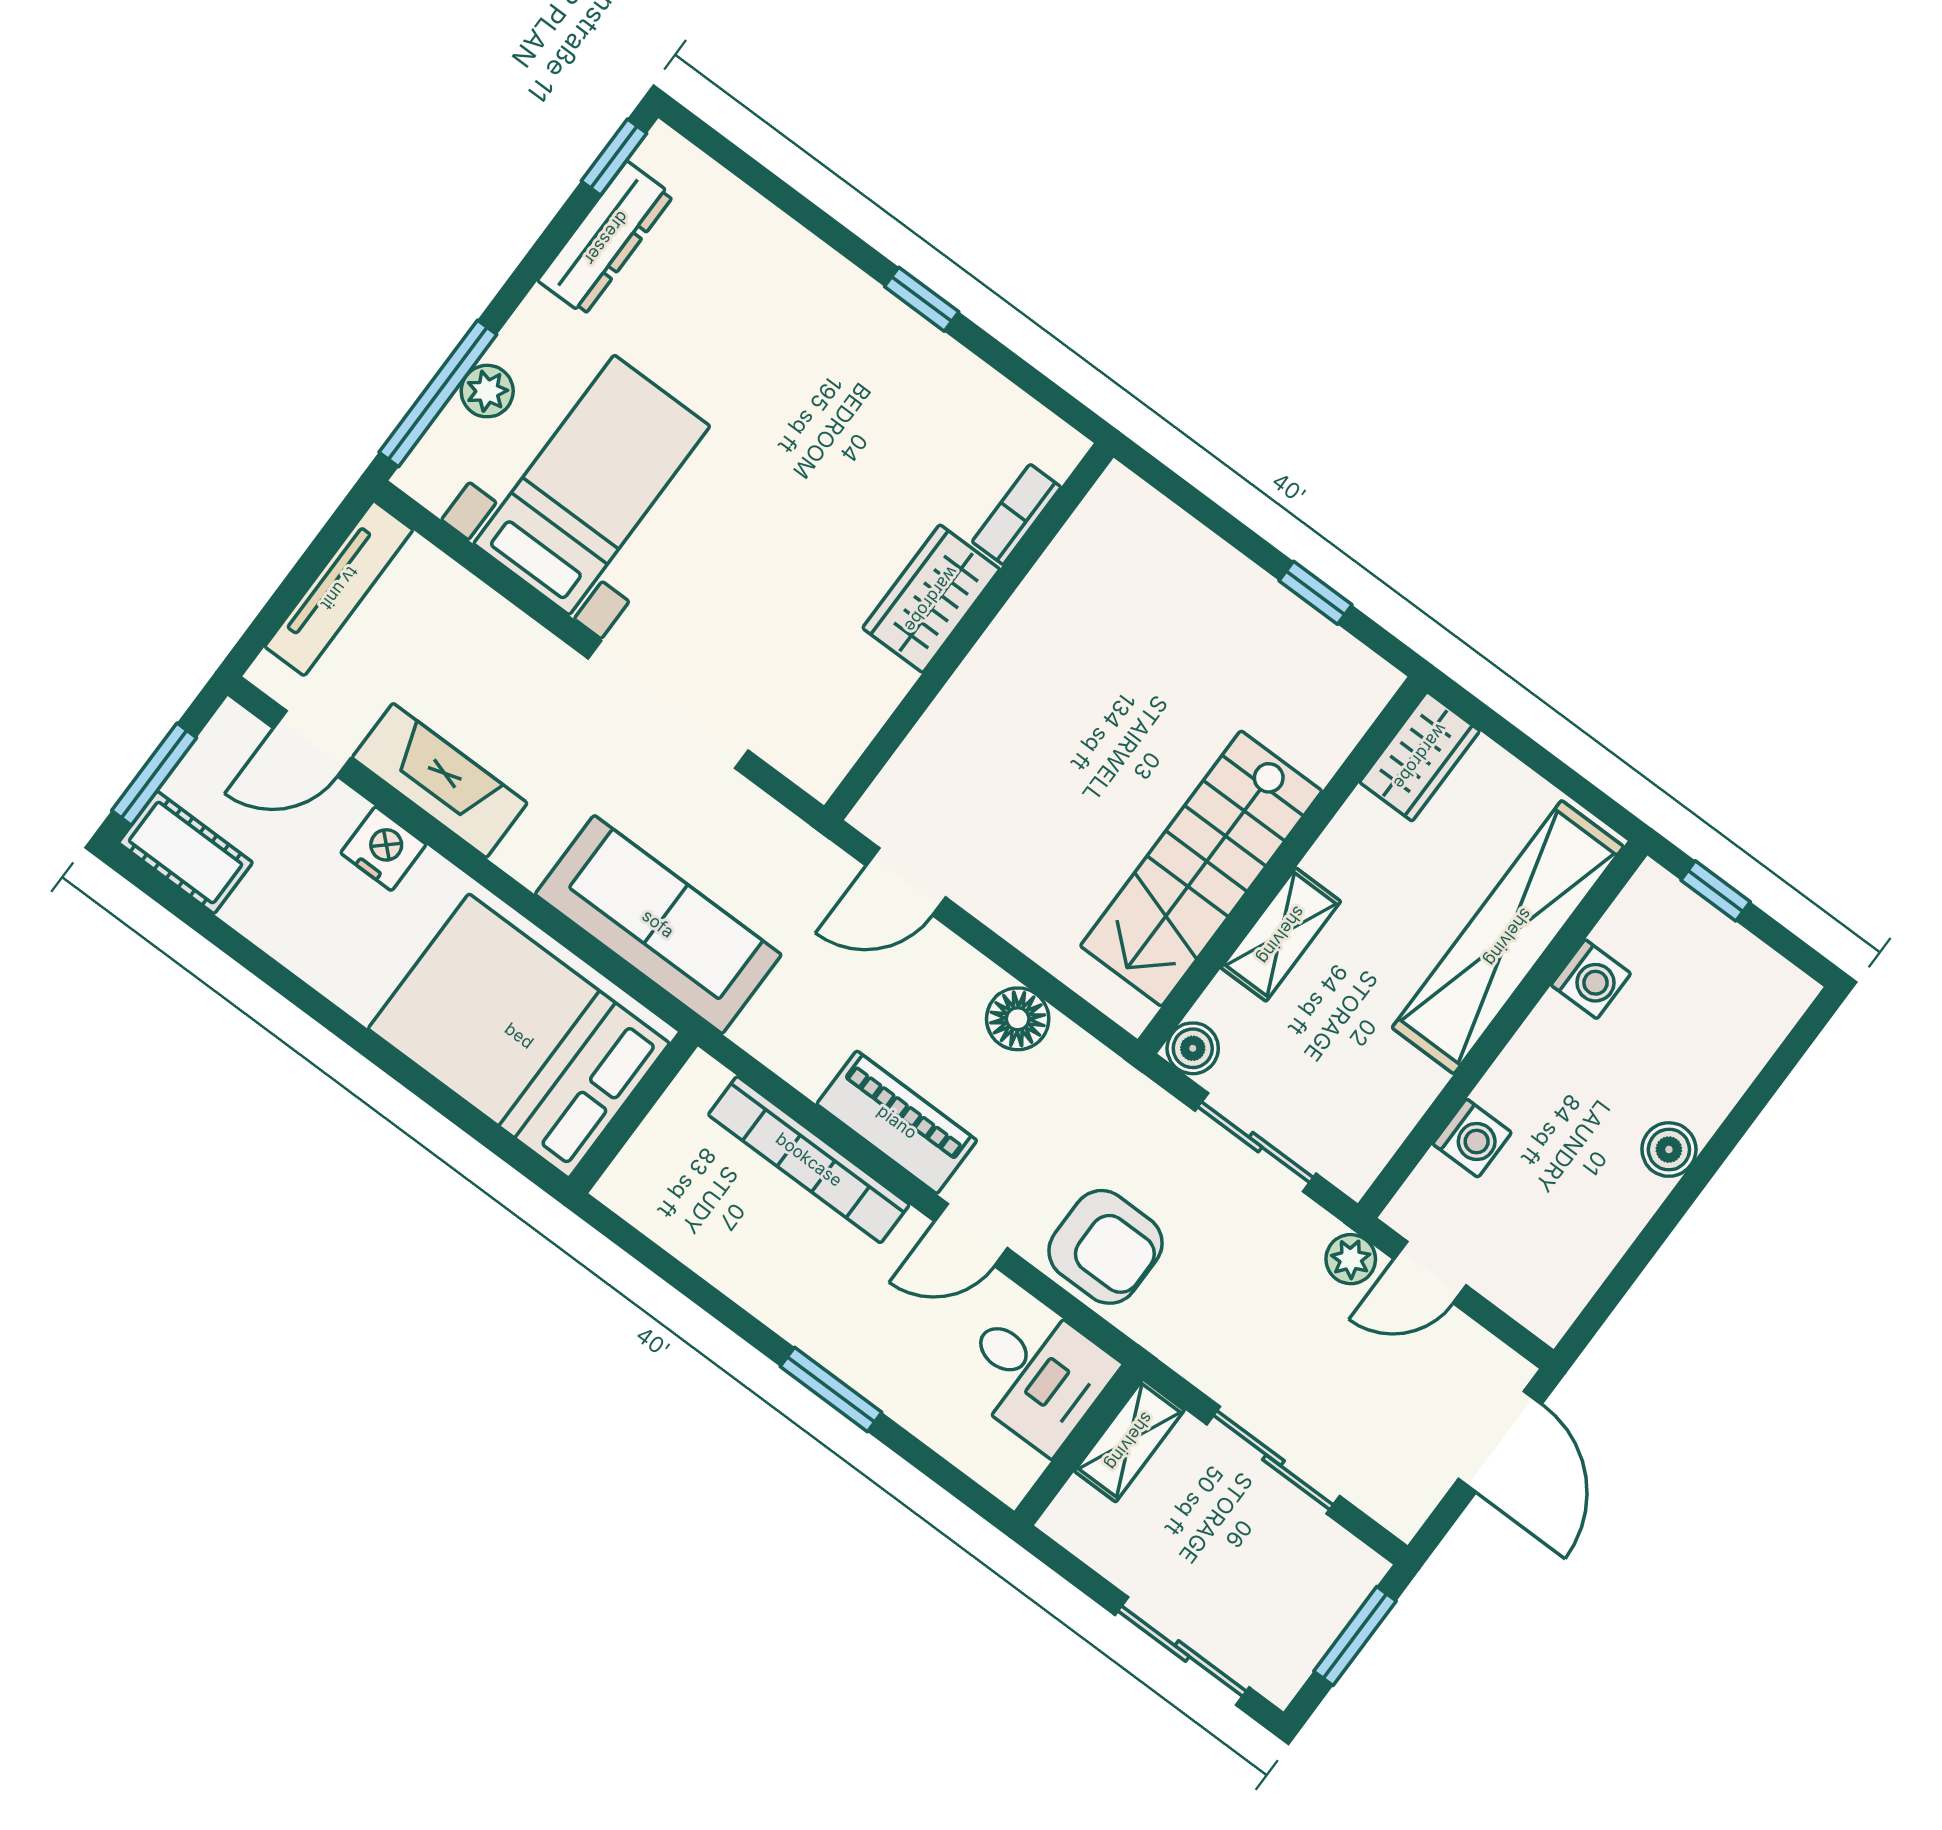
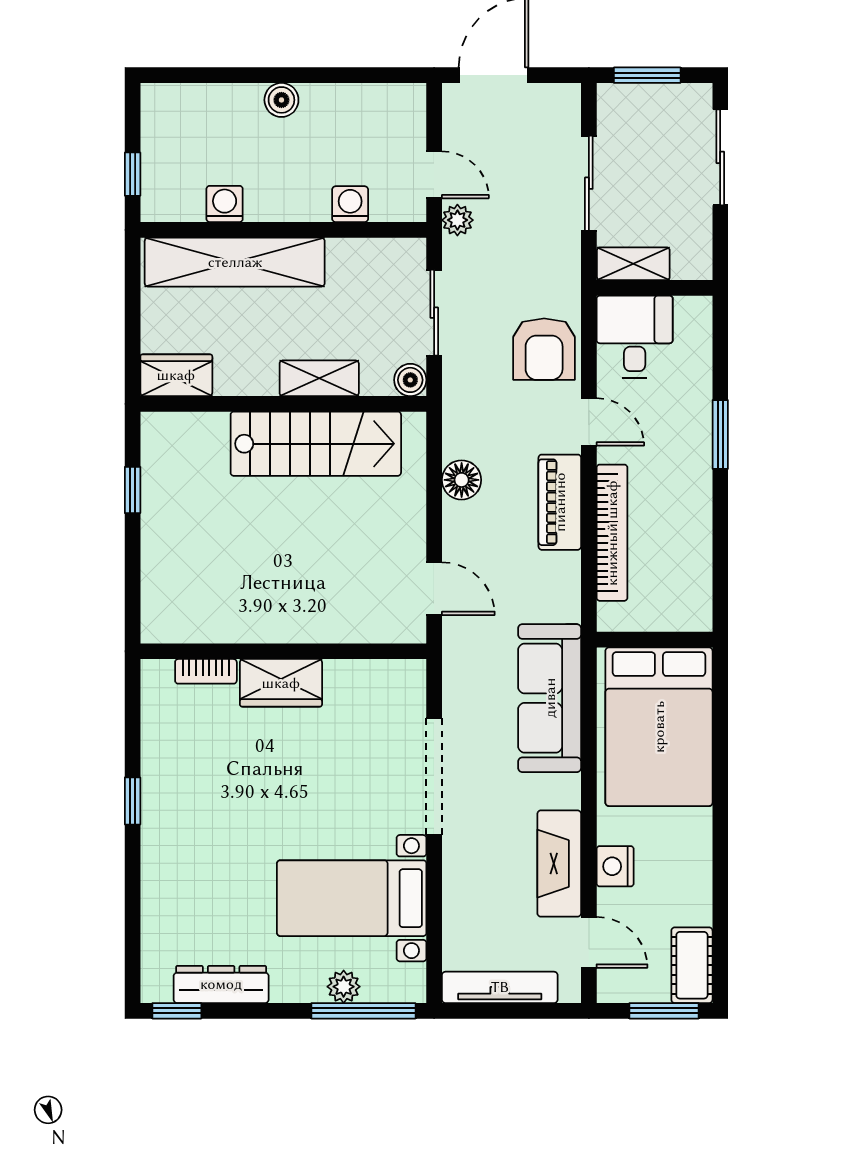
armchair: (1106, 1247) -> (544, 349), turned 180

